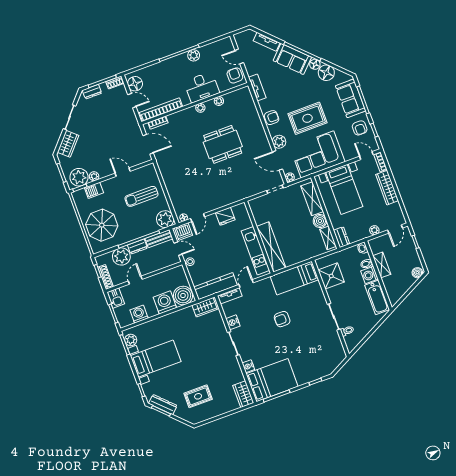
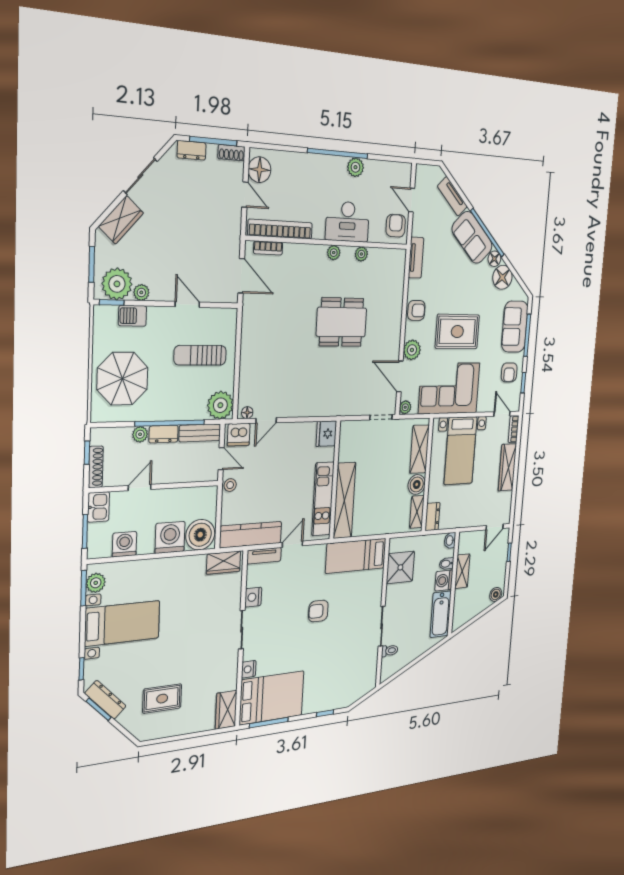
fridge: (225, 216) -> (326, 434), moved, turned 90
plant: (374, 230) -> (472, 520), removed
plant: (121, 256) -> (140, 434), width x0.53, depth x0.53

